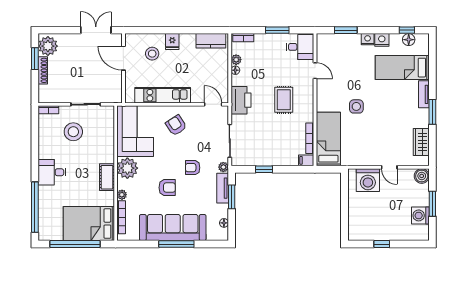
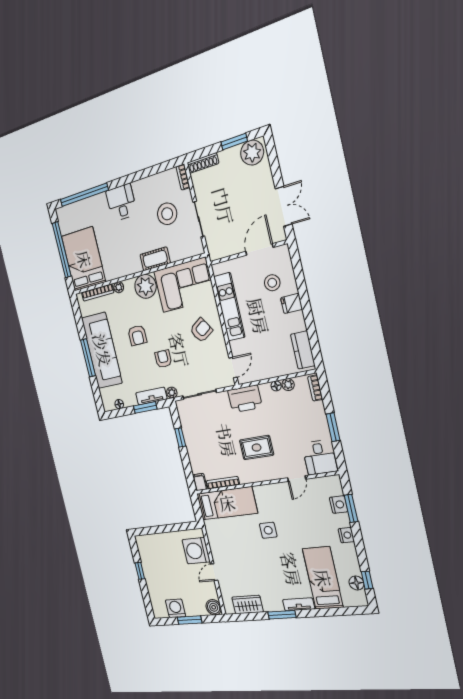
nightstand: (382, 40) -> (339, 505), moved
shoe rack: (43, 70) -> (203, 163), moved
cot: (107, 177) -> (155, 259), moved

